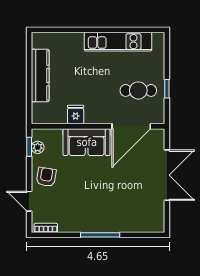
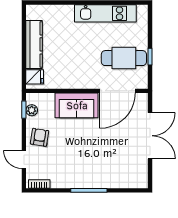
cafe table: (138, 90) -> (124, 58), width x1.37, depth x1.35
fridge: (76, 114) -> (35, 77), moved, turned 90

